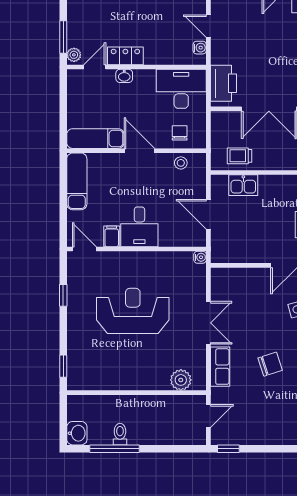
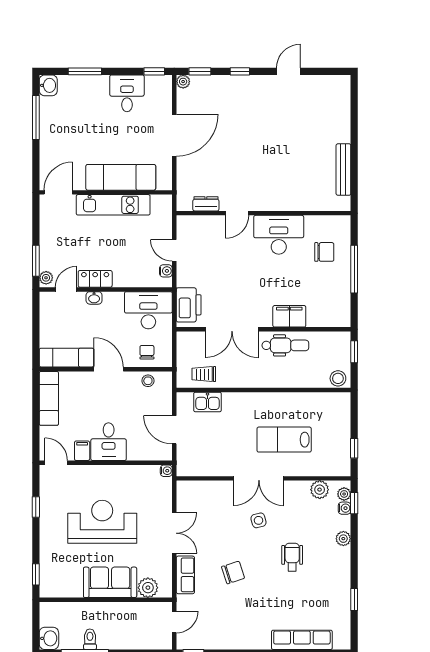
sofa: (141, 374) -> (110, 582), added

